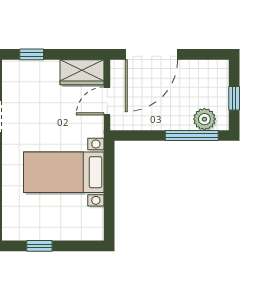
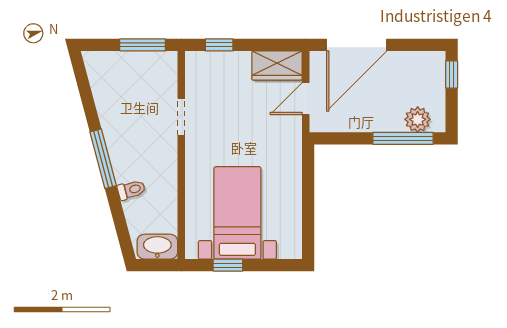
window: (234, 98) -> (452, 74), moved
bed with nightstands: (64, 172) -> (237, 213), moved, turned 90

